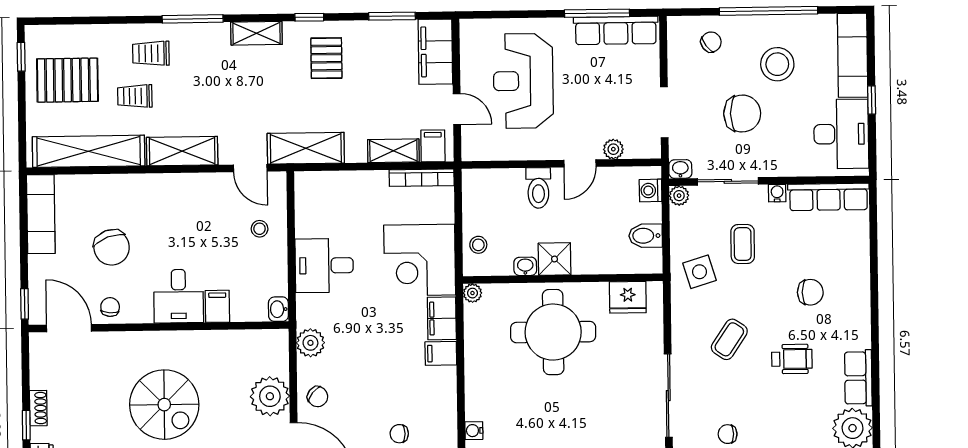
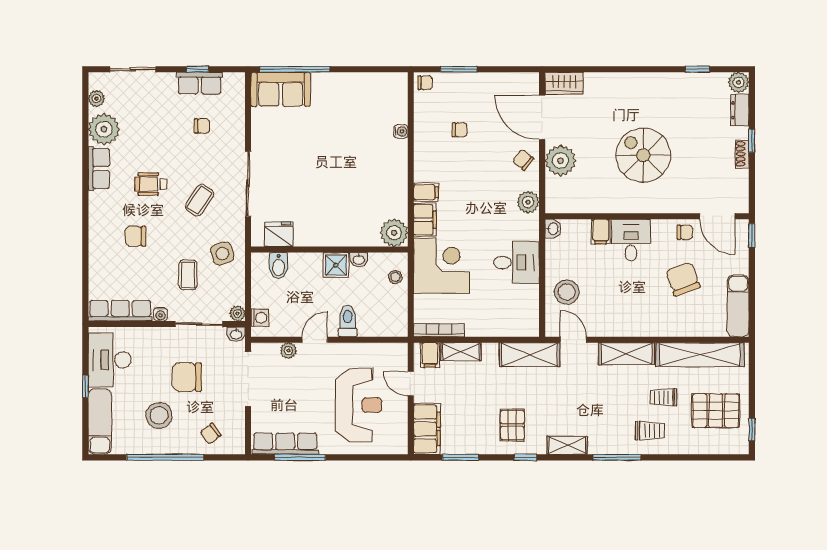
trolley: (135, 96) -> (663, 397), turned 180
doorway: (664, 112) -> (248, 379), width x1.36
stool: (260, 229) -> (567, 292), width x1.89, depth x1.89
bidet: (646, 236) -> (278, 266), moved, turned 90
plant: (472, 293) -> (394, 233), width x1.87, depth x1.87
chair: (110, 307) -> (685, 232), turned -95
round table: (553, 332) -> (338, 208), removed
sliding door: (668, 396) -> (248, 184), moved

